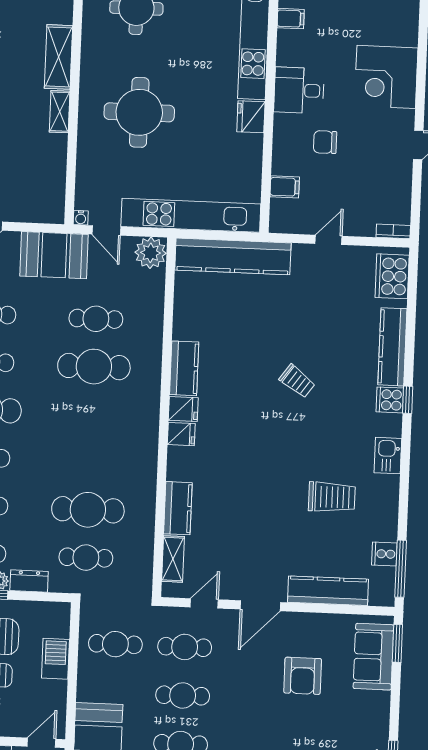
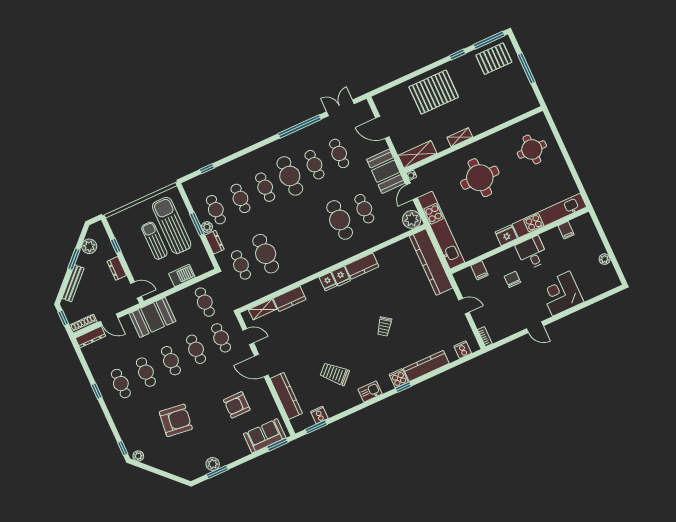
shelving: (58, 57) -> (418, 154), moved
cooker: (392, 276) -> (463, 350), width x0.53, depth x0.76
trolley: (332, 497) -> (335, 374), turned 135
window: (401, 569) -> (316, 427), width x0.69

